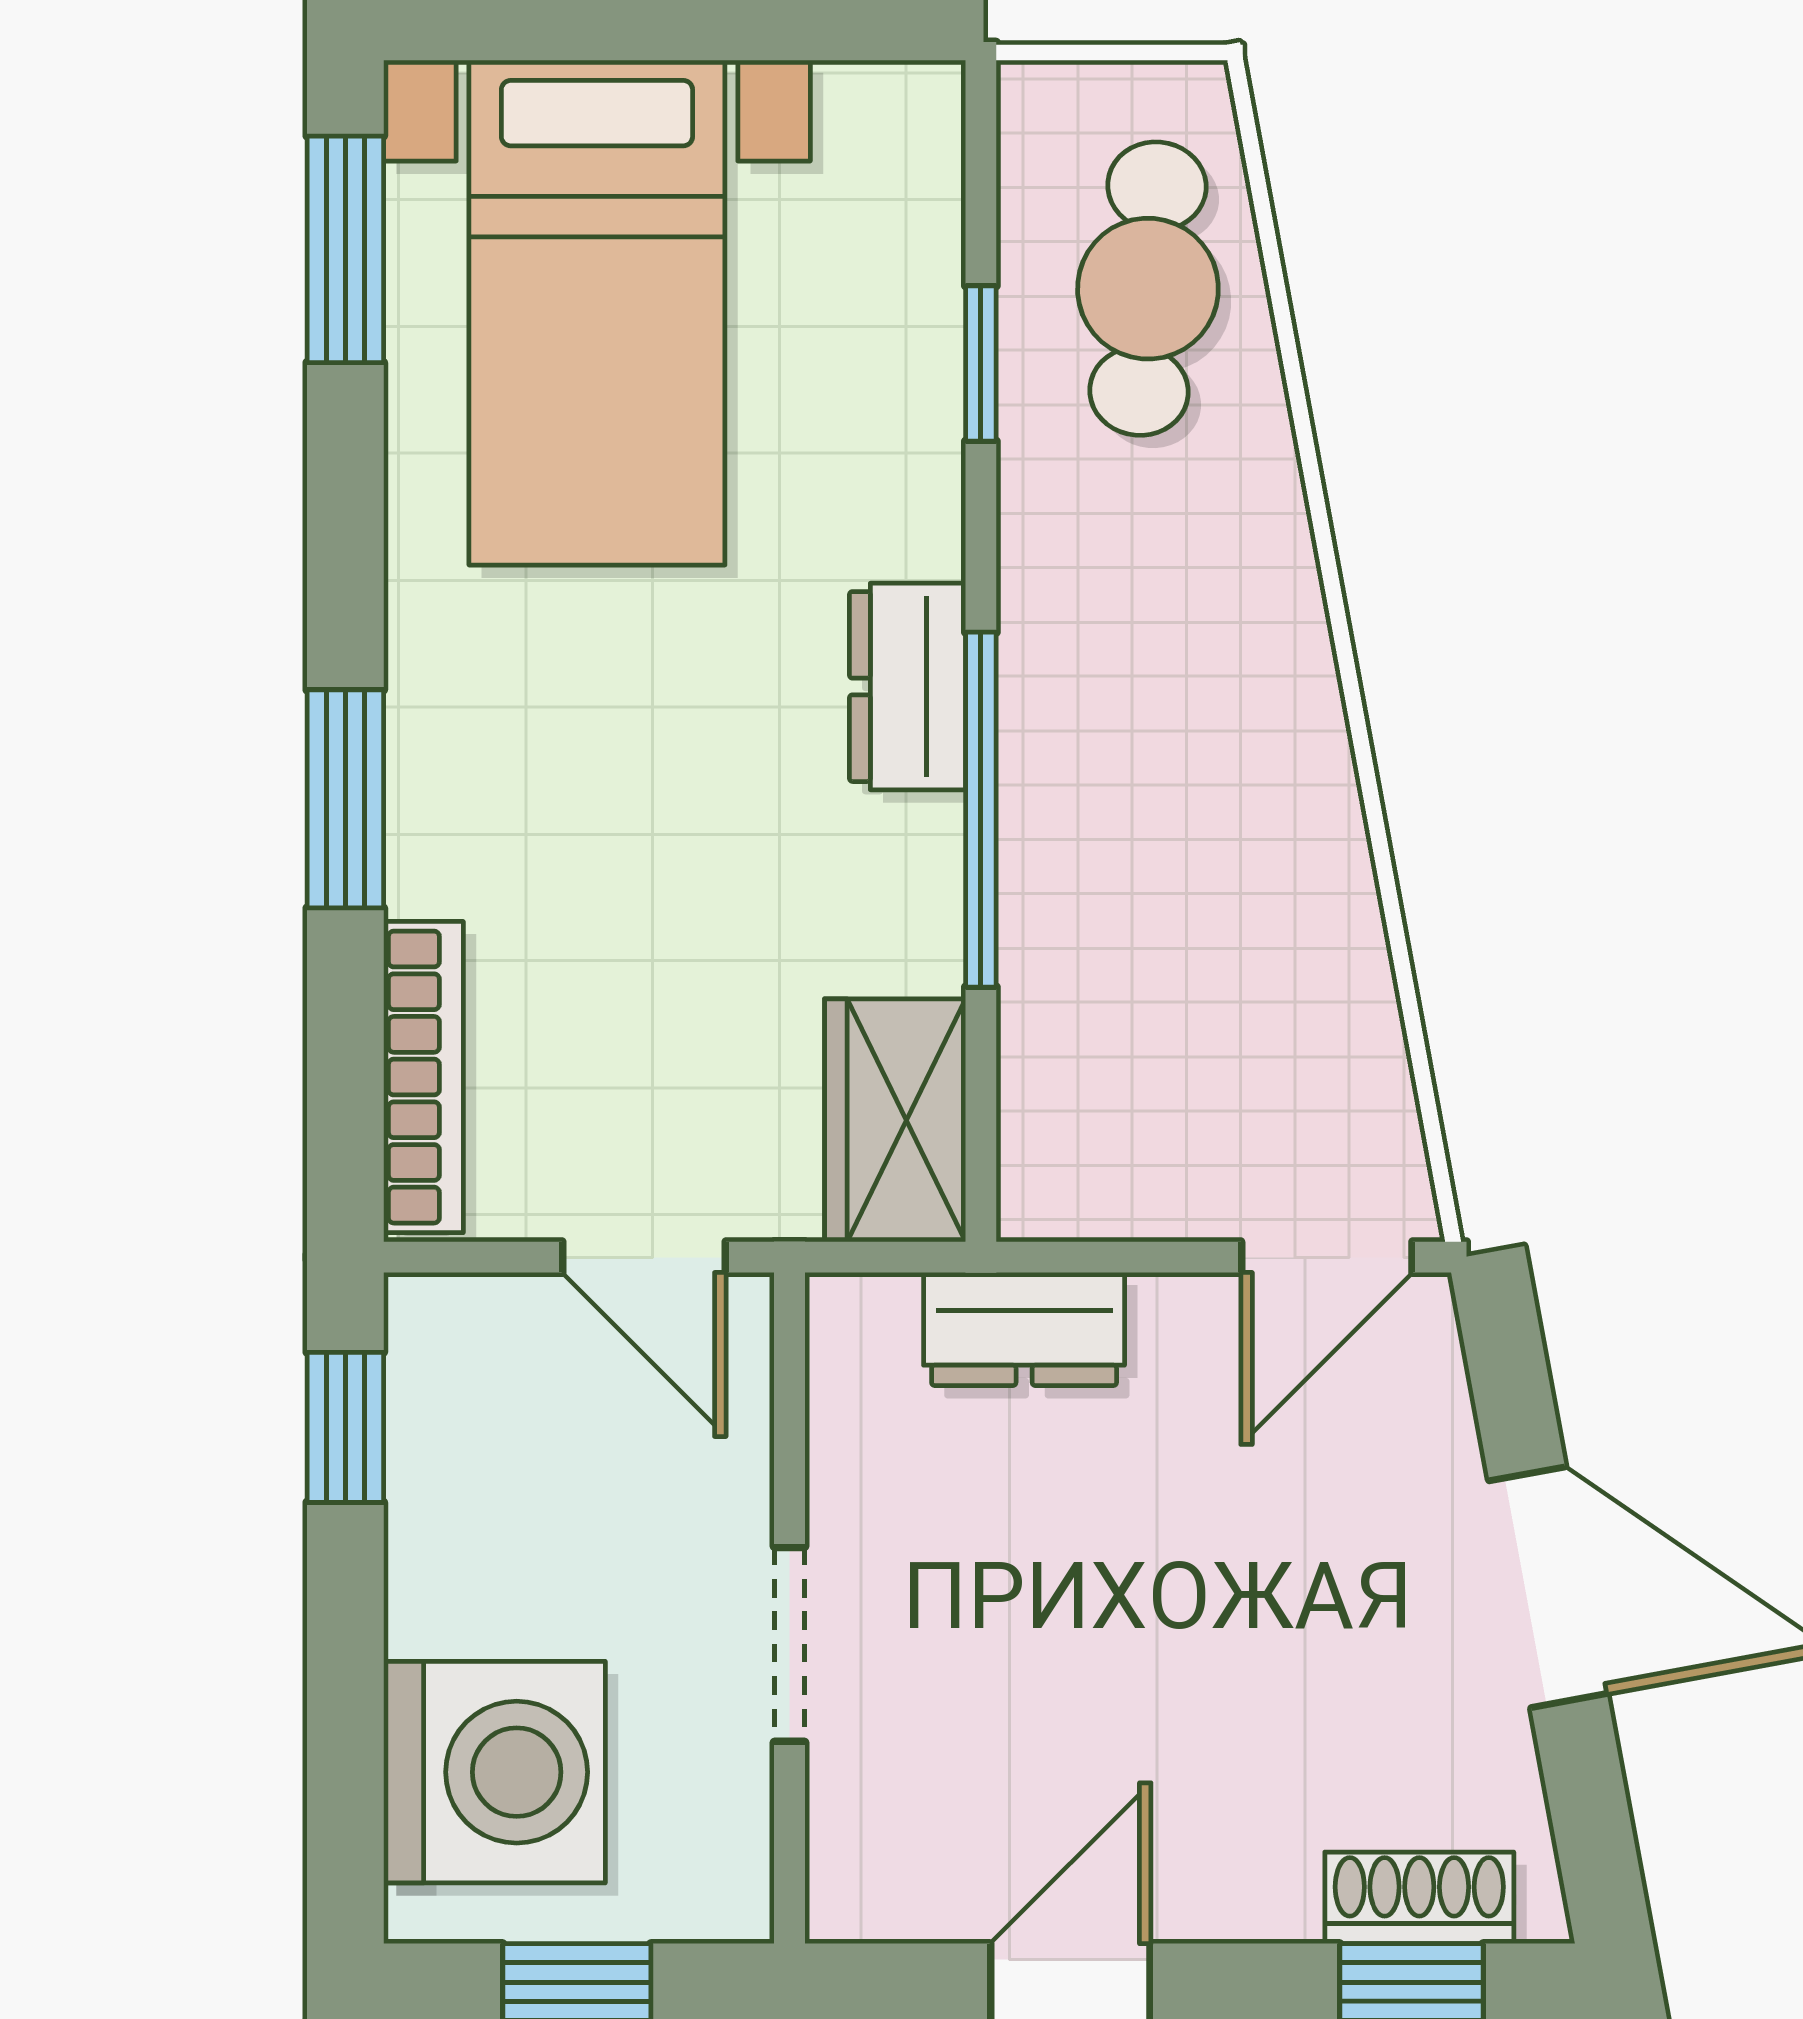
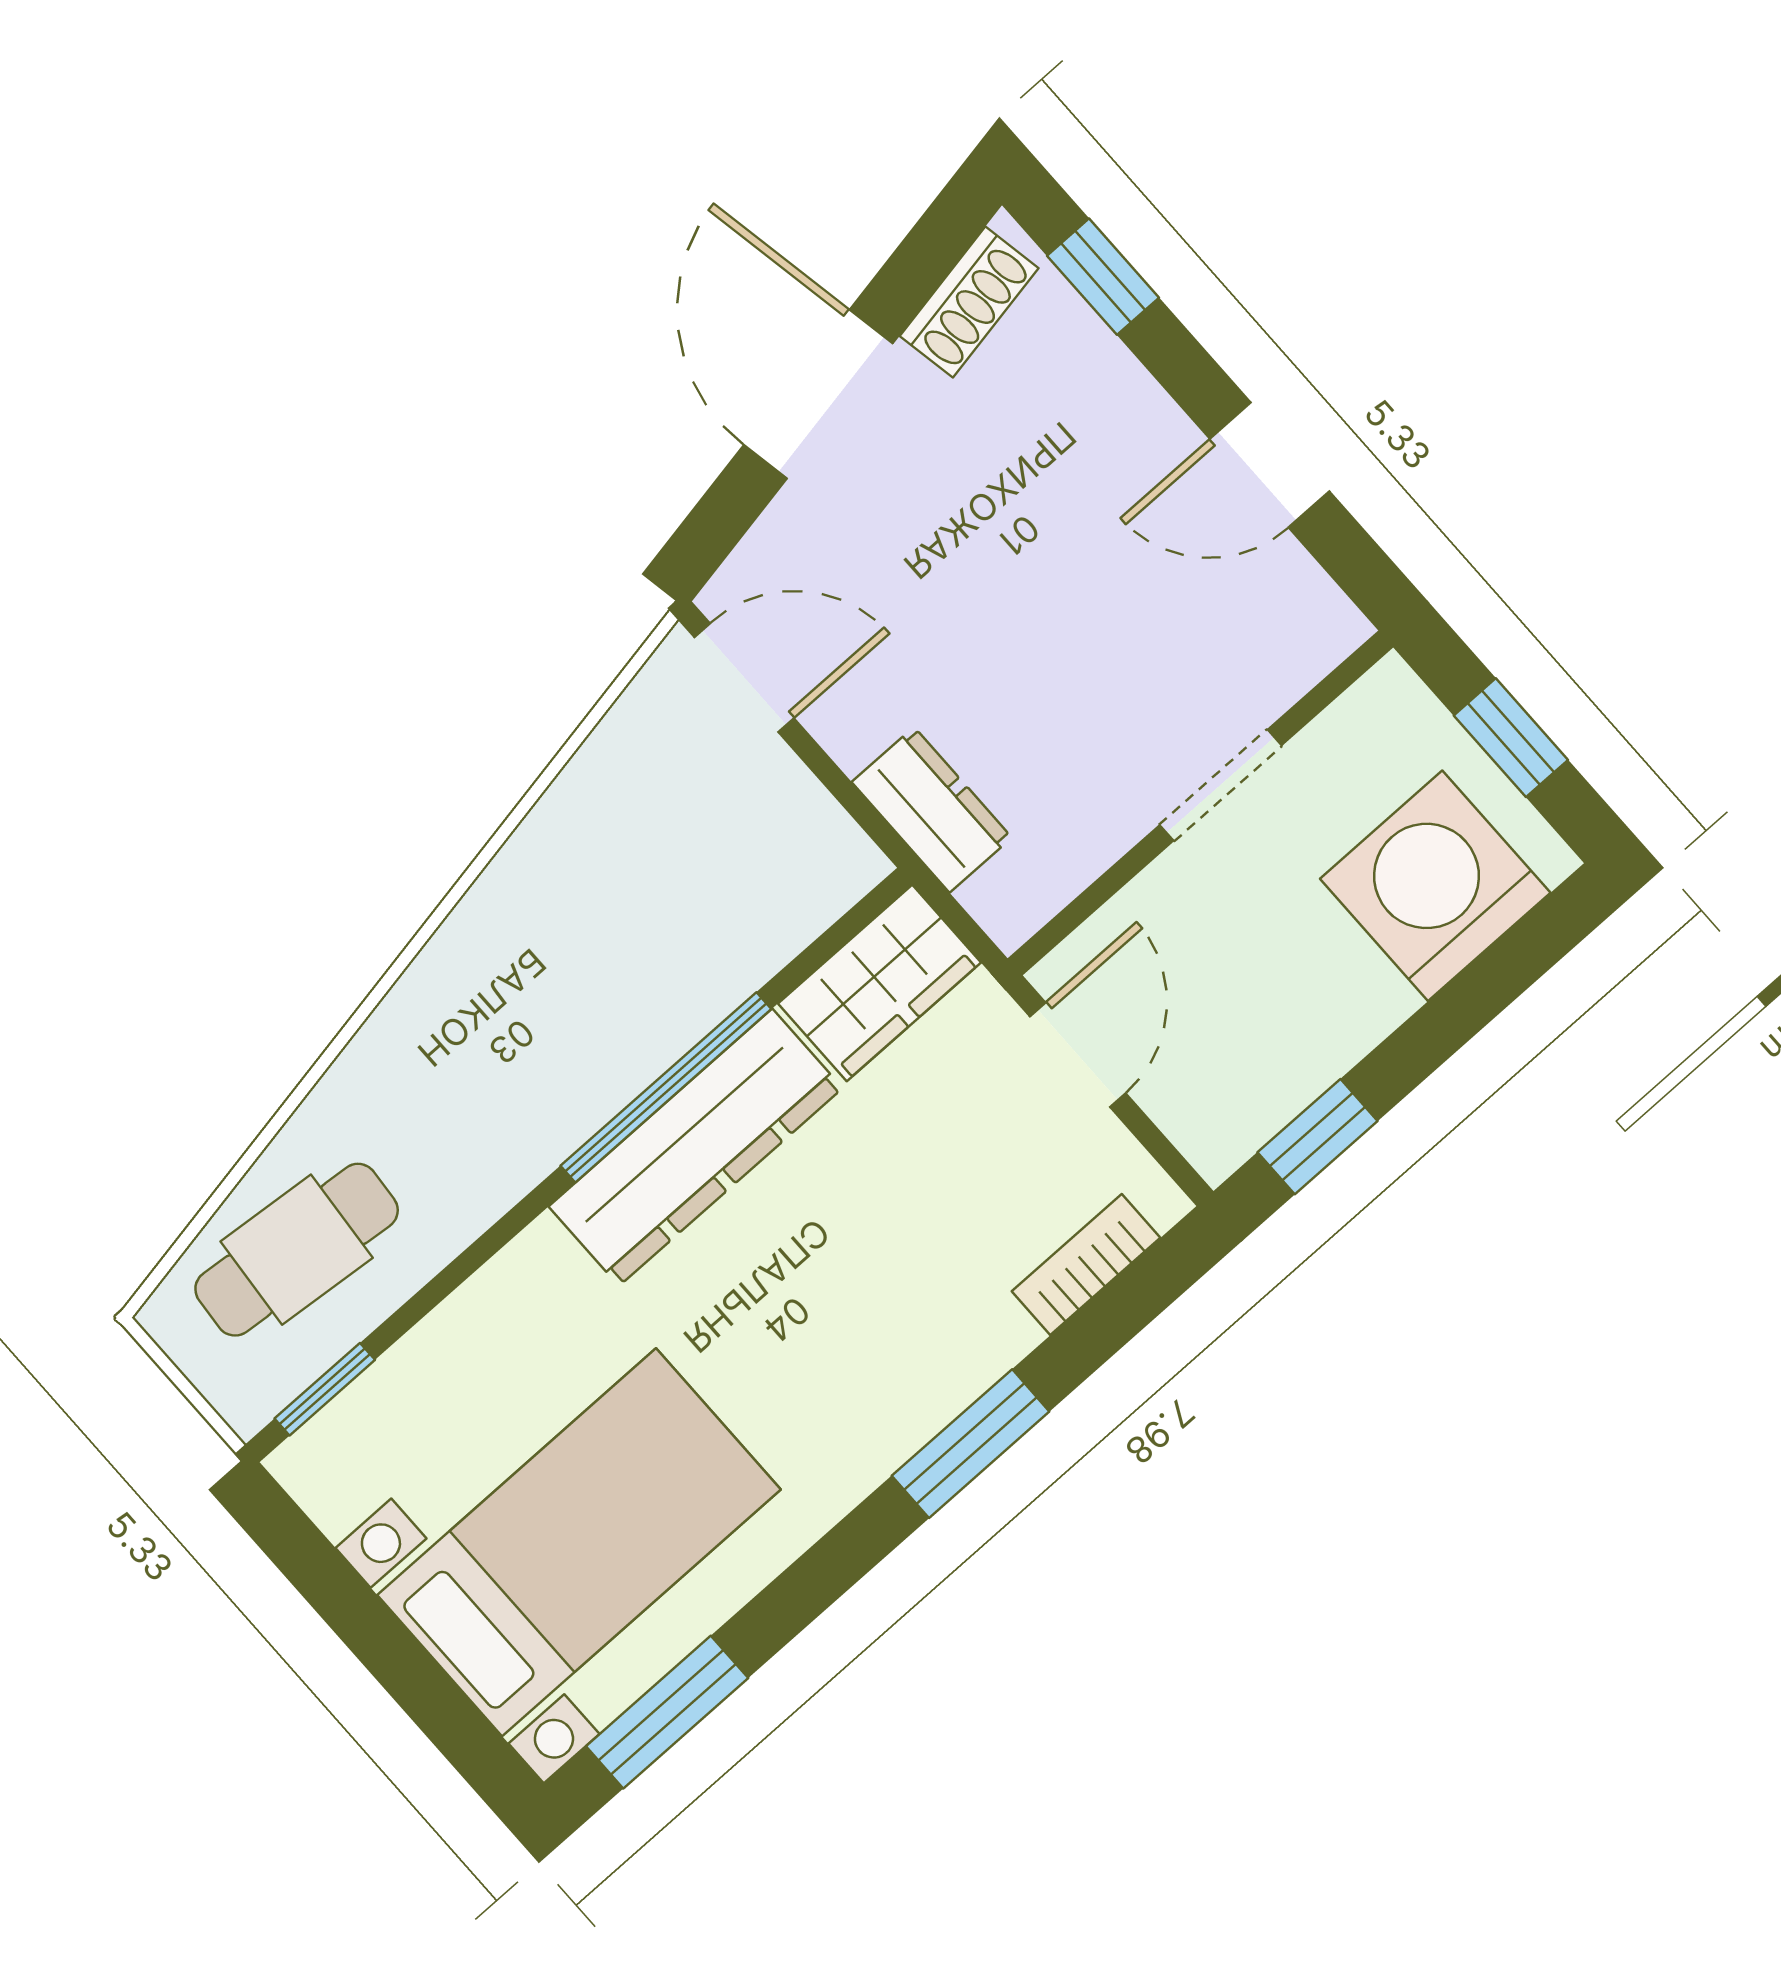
window: (981, 364) -> (325, 1389), moved
dresser: (907, 687) -> (696, 1147), width x1.96, depth x1.24
bookcase: (423, 1077) -> (1086, 1265), width x0.64
shoe rack: (1419, 1898) -> (969, 302), moved, turned -100

